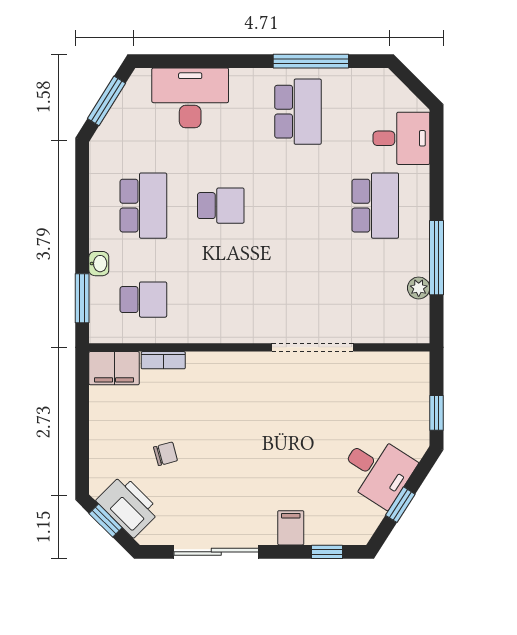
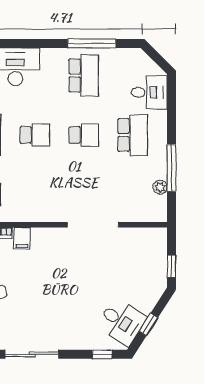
school desk: (298, 206) -> (84, 135), added
desk: (377, 470) -> (122, 322), moved
filing cabinet: (291, 528) -> (22, 238), moved, turned 180

